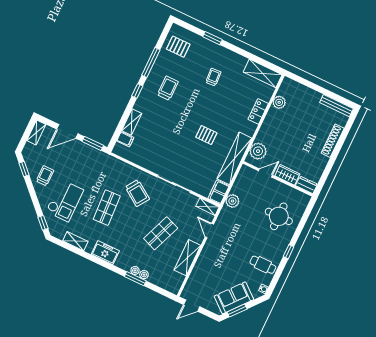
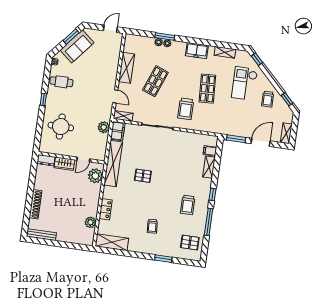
trolley: (137, 193) -> (186, 109), turned -124

